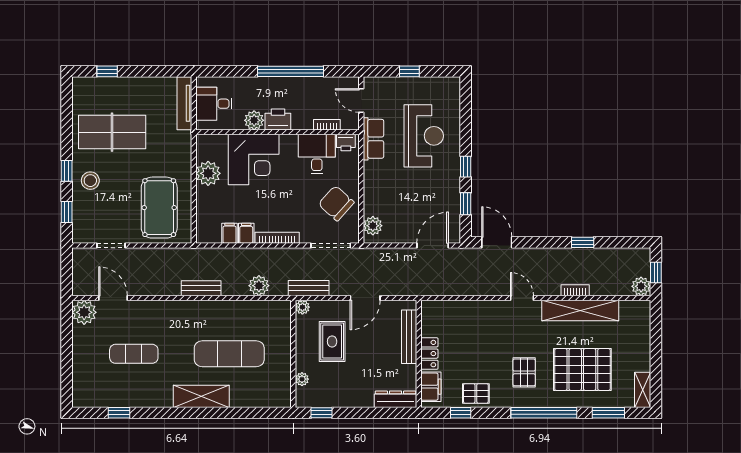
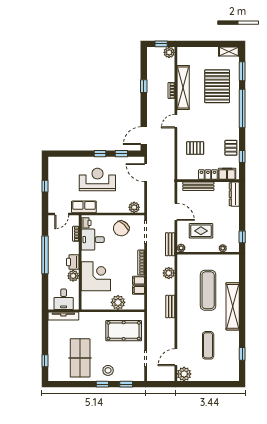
reception desk: (424, 136) -> (97, 180), moved
plant: (208, 173) -> (118, 302), moved
pallet: (524, 372) -> (195, 148), moved
shelving: (201, 396) -> (233, 306), width x1.47

